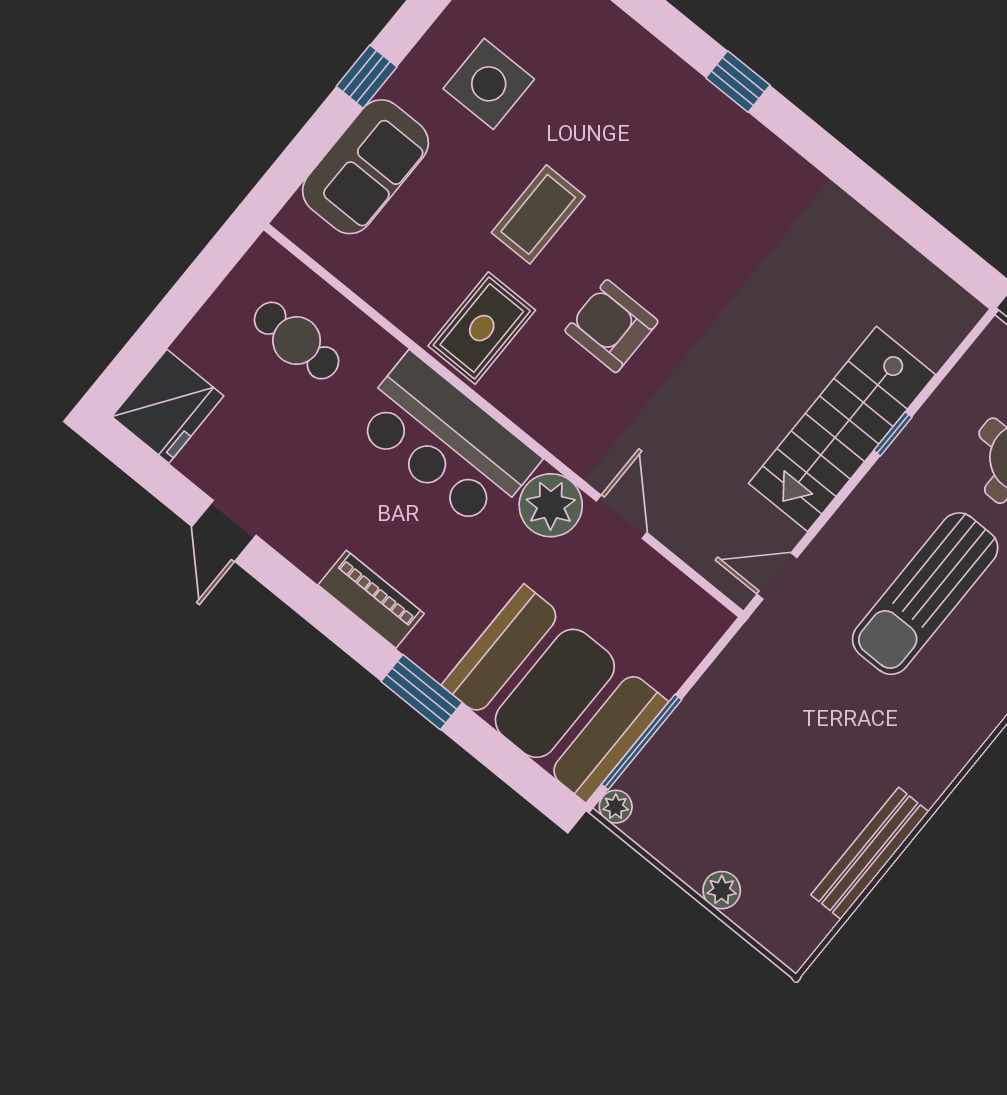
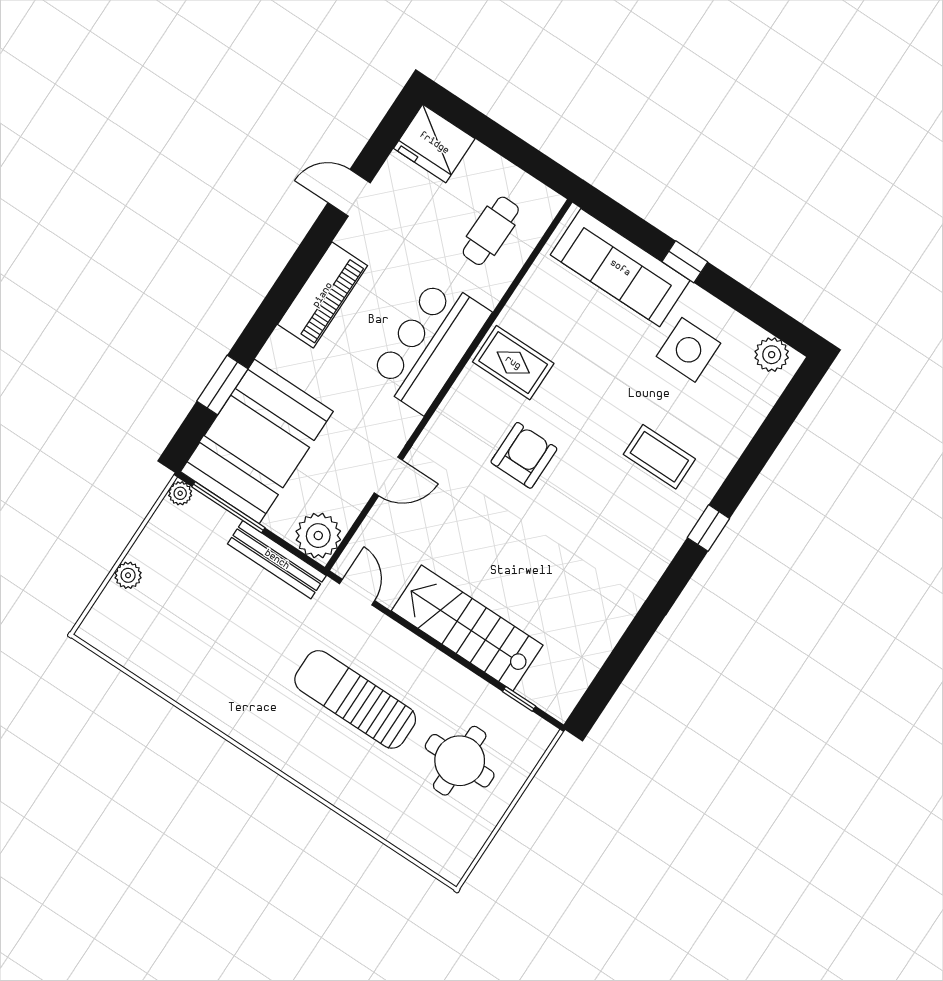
sofa: (366, 167) -> (620, 268), width x1.36
coffee table: (538, 214) -> (659, 457), moved
window: (893, 434) -> (519, 699), moved
plant: (551, 505) -> (318, 536), moved
piano: (371, 599) -> (323, 295), width x1.37, depth x1.33
window: (422, 692) -> (222, 385), moved
bench: (870, 853) -> (277, 560), moved

